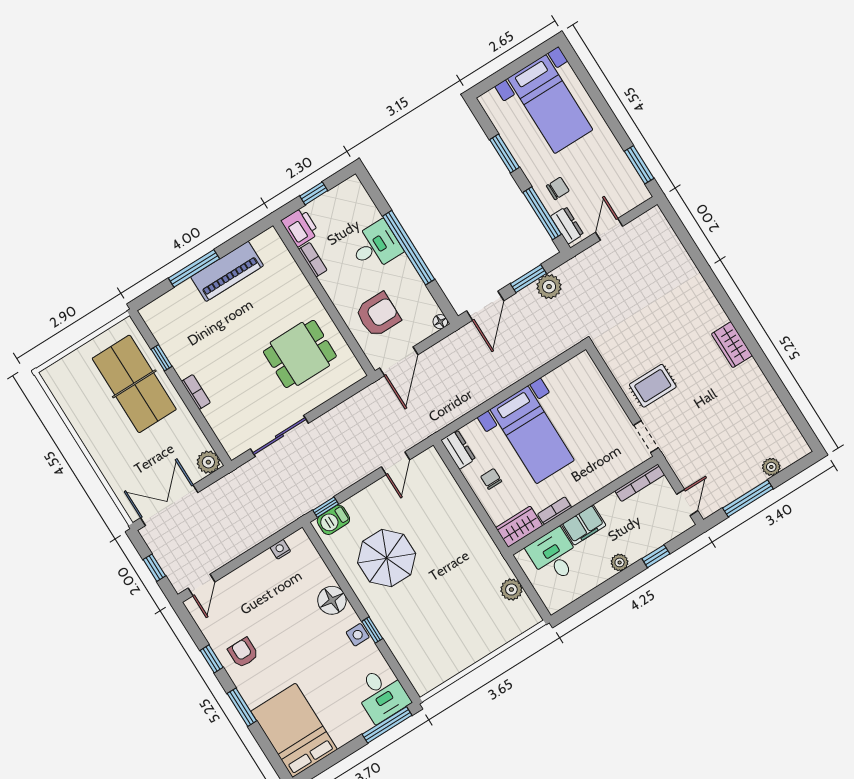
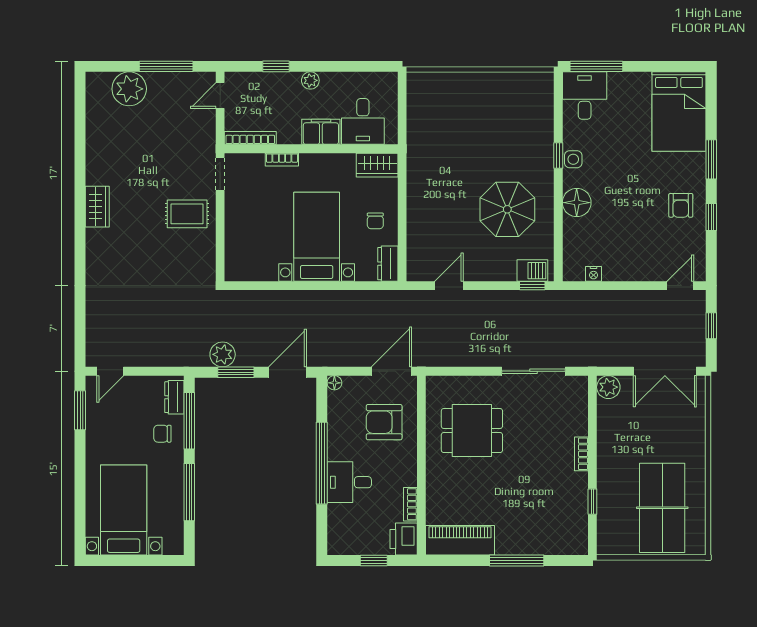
window: (505, 154) -> (189, 492), width x1.44
door: (609, 229) -> (110, 371), moved
piano: (227, 271) -> (460, 540), moved
table tennis table: (134, 384) -> (662, 508), moved
plant: (771, 467) -> (129, 89), width x1.88, depth x1.88
bookcase: (555, 511) -> (282, 160), moved
plant: (511, 590) -> (417, 115), removed

